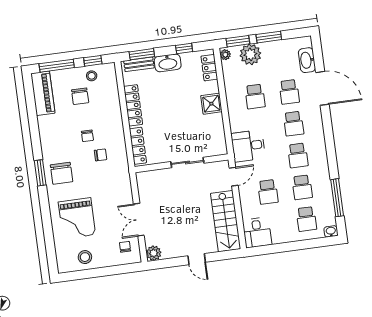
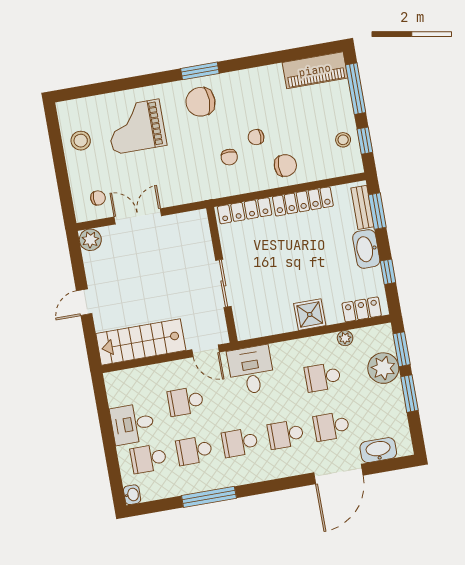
plant: (225, 55) -> (345, 338), moved
chair: (80, 96) -> (285, 165), moved, turned 180
window: (337, 198) -> (209, 497), moved
desk: (257, 233) -> (132, 424), moved

